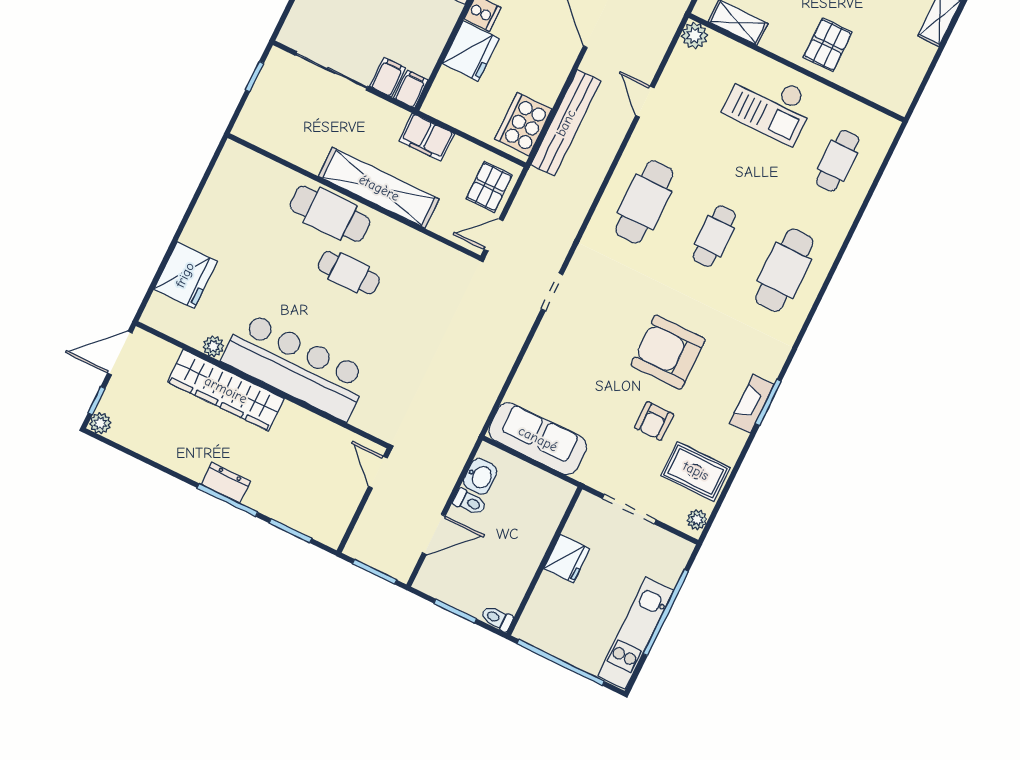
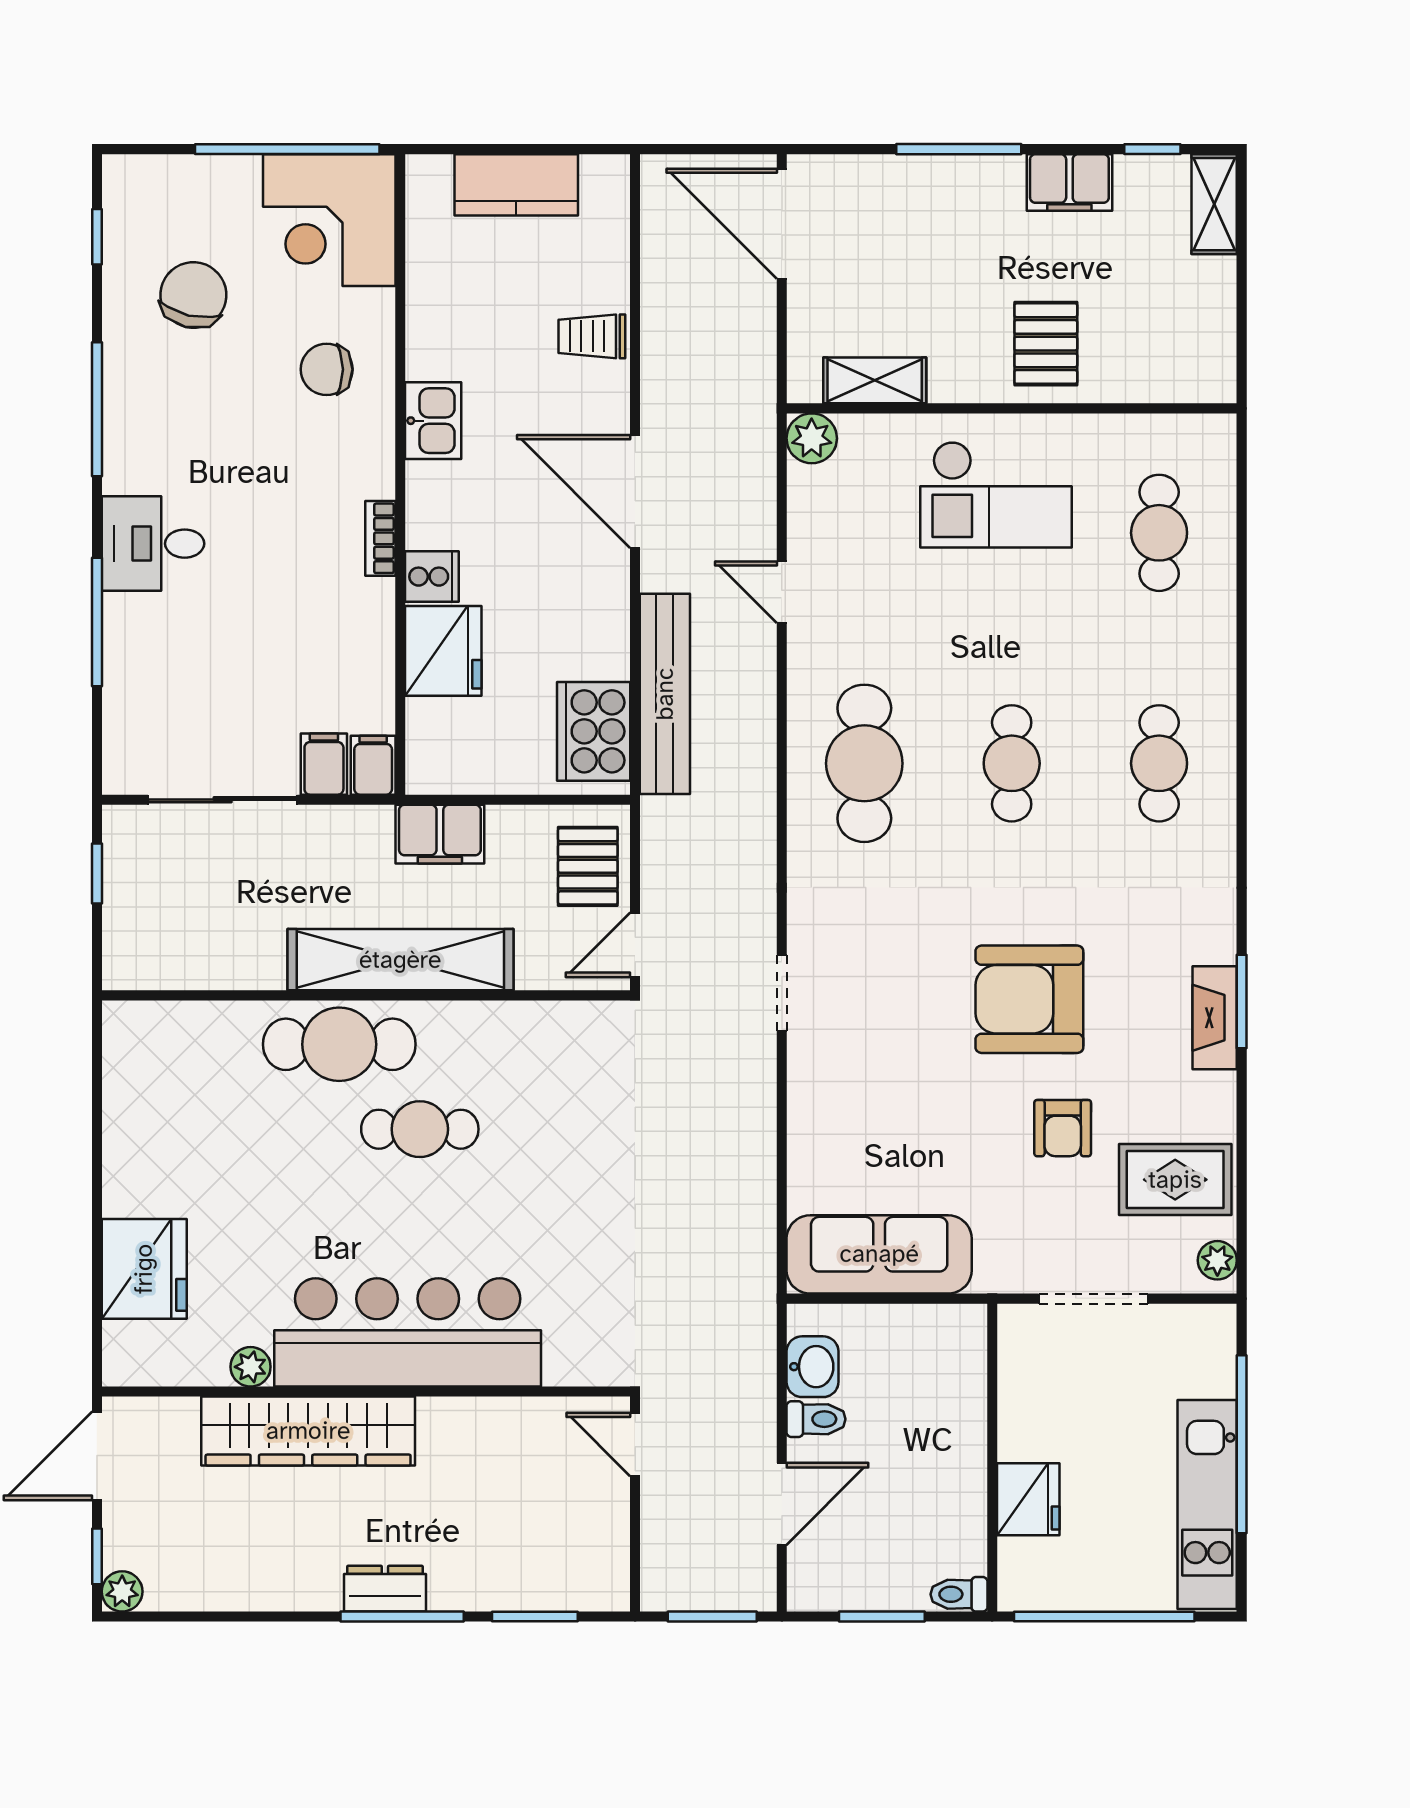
cafe table: (784, 270) -> (1159, 763), width x0.73, depth x0.74
fridge: (567, 559) -> (1028, 1499), moved

